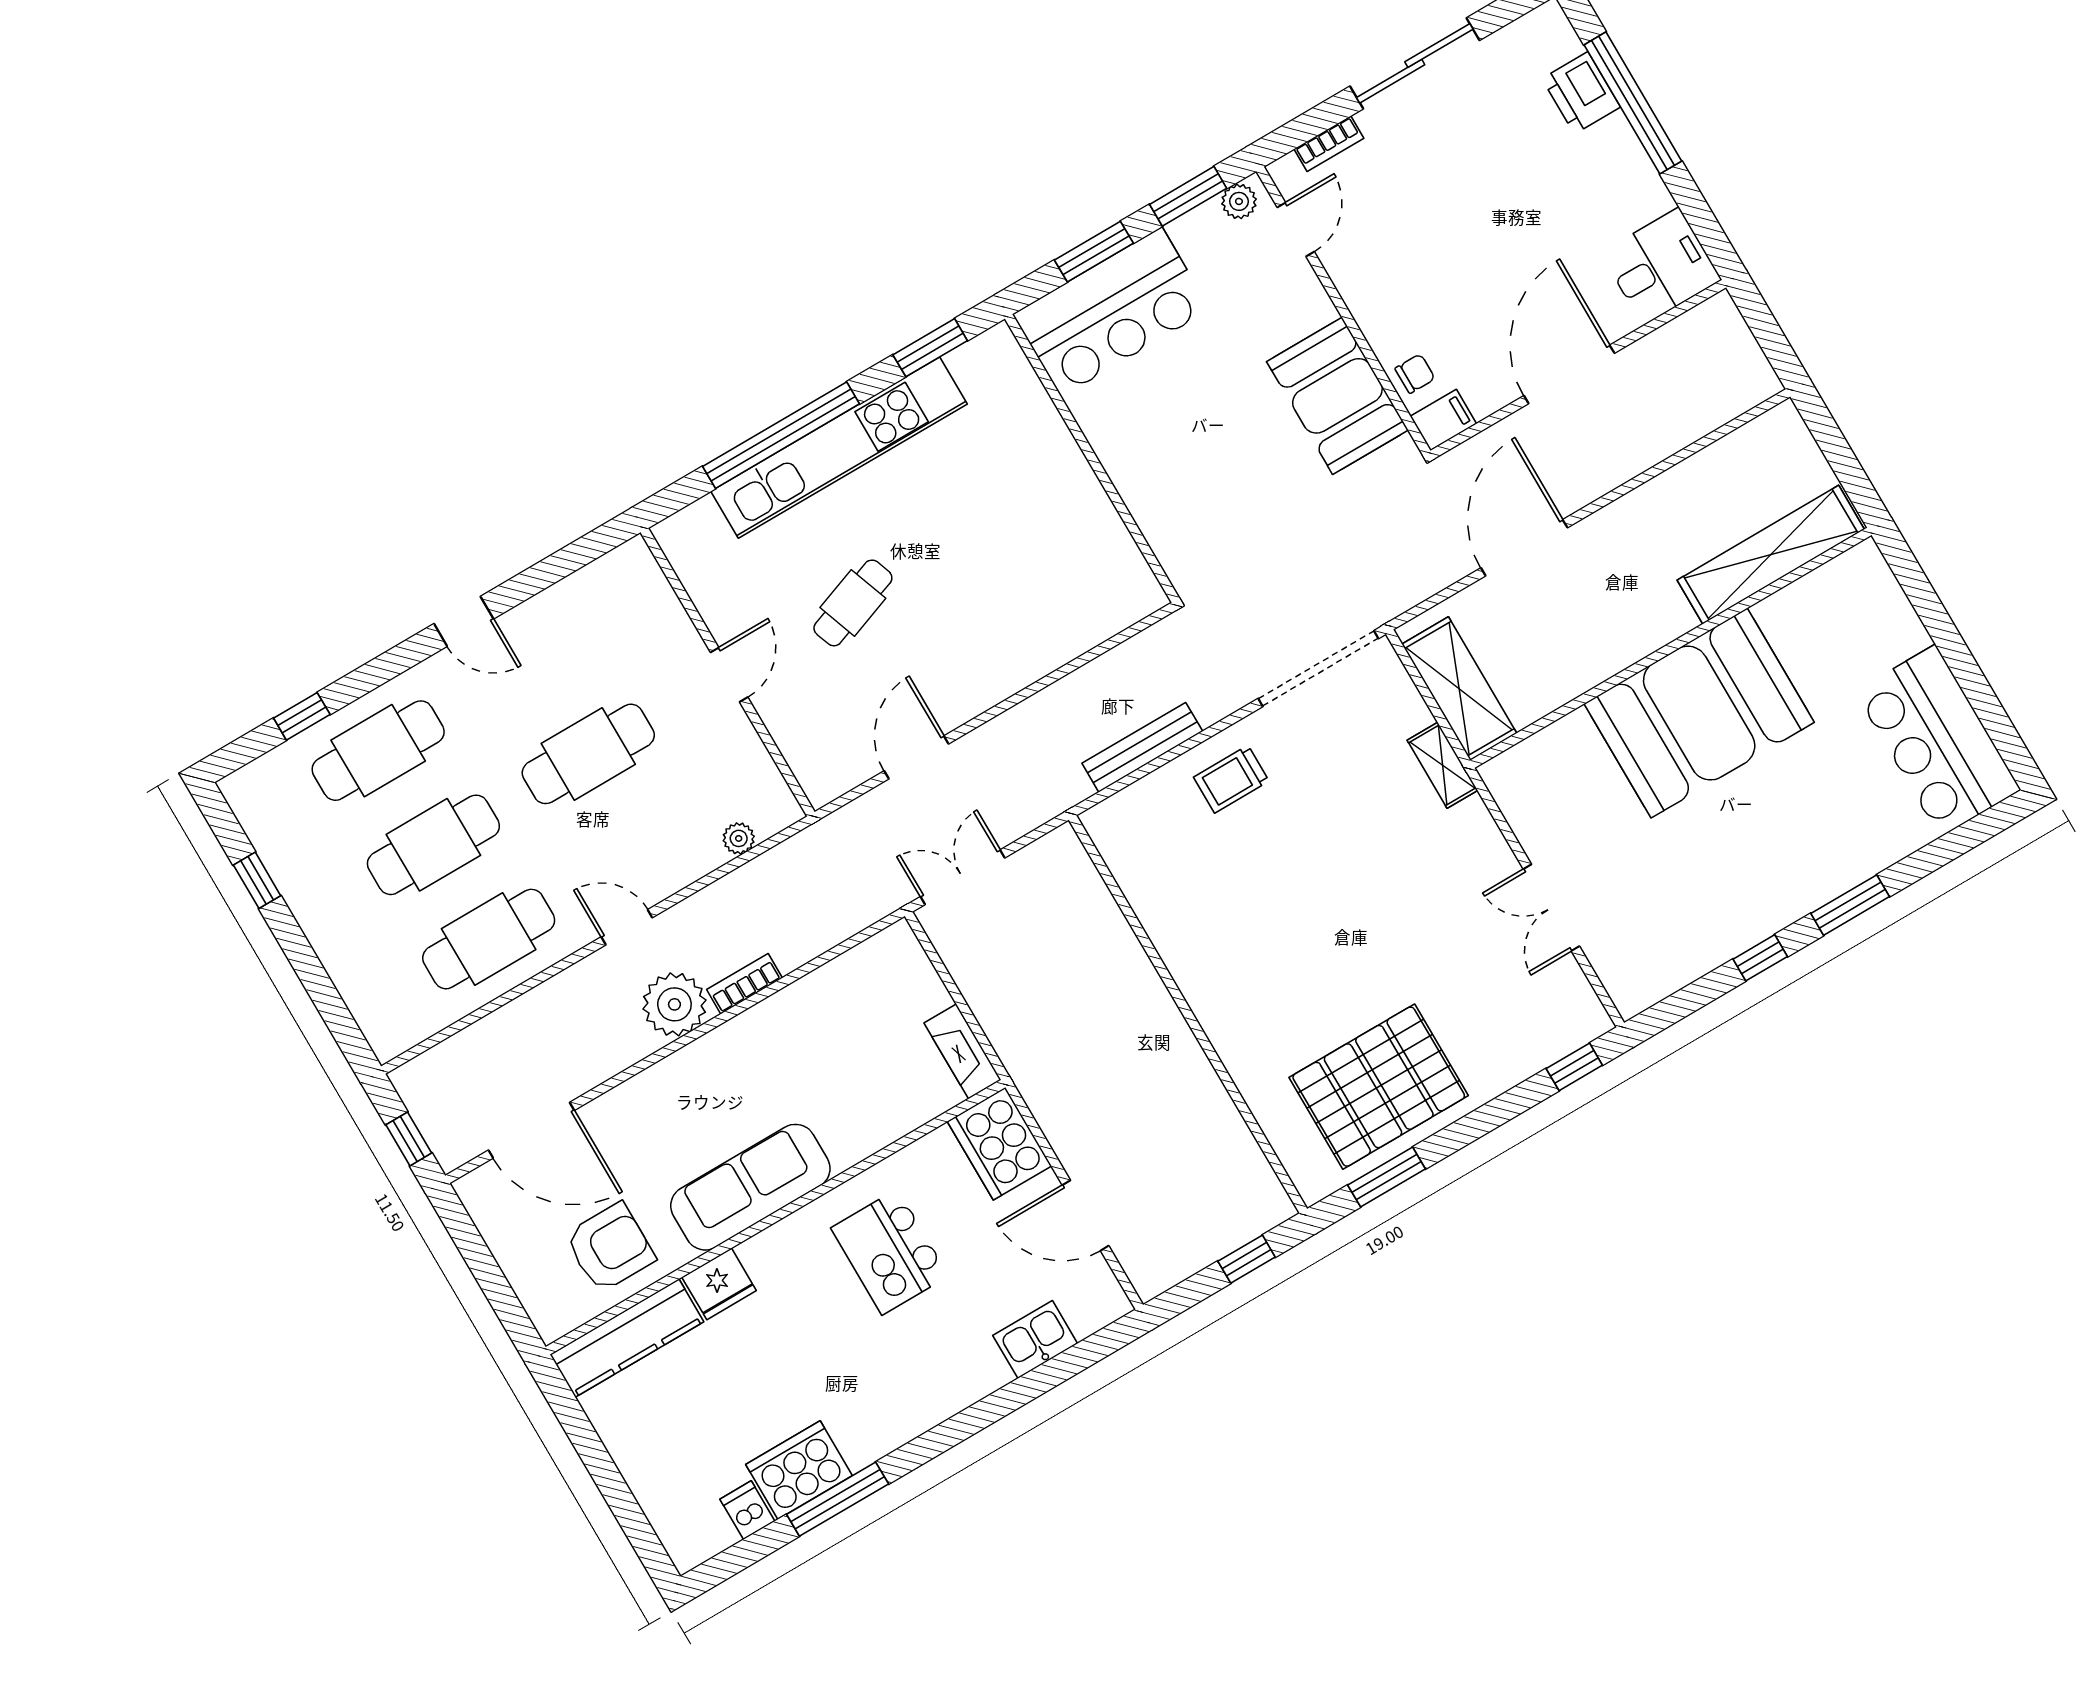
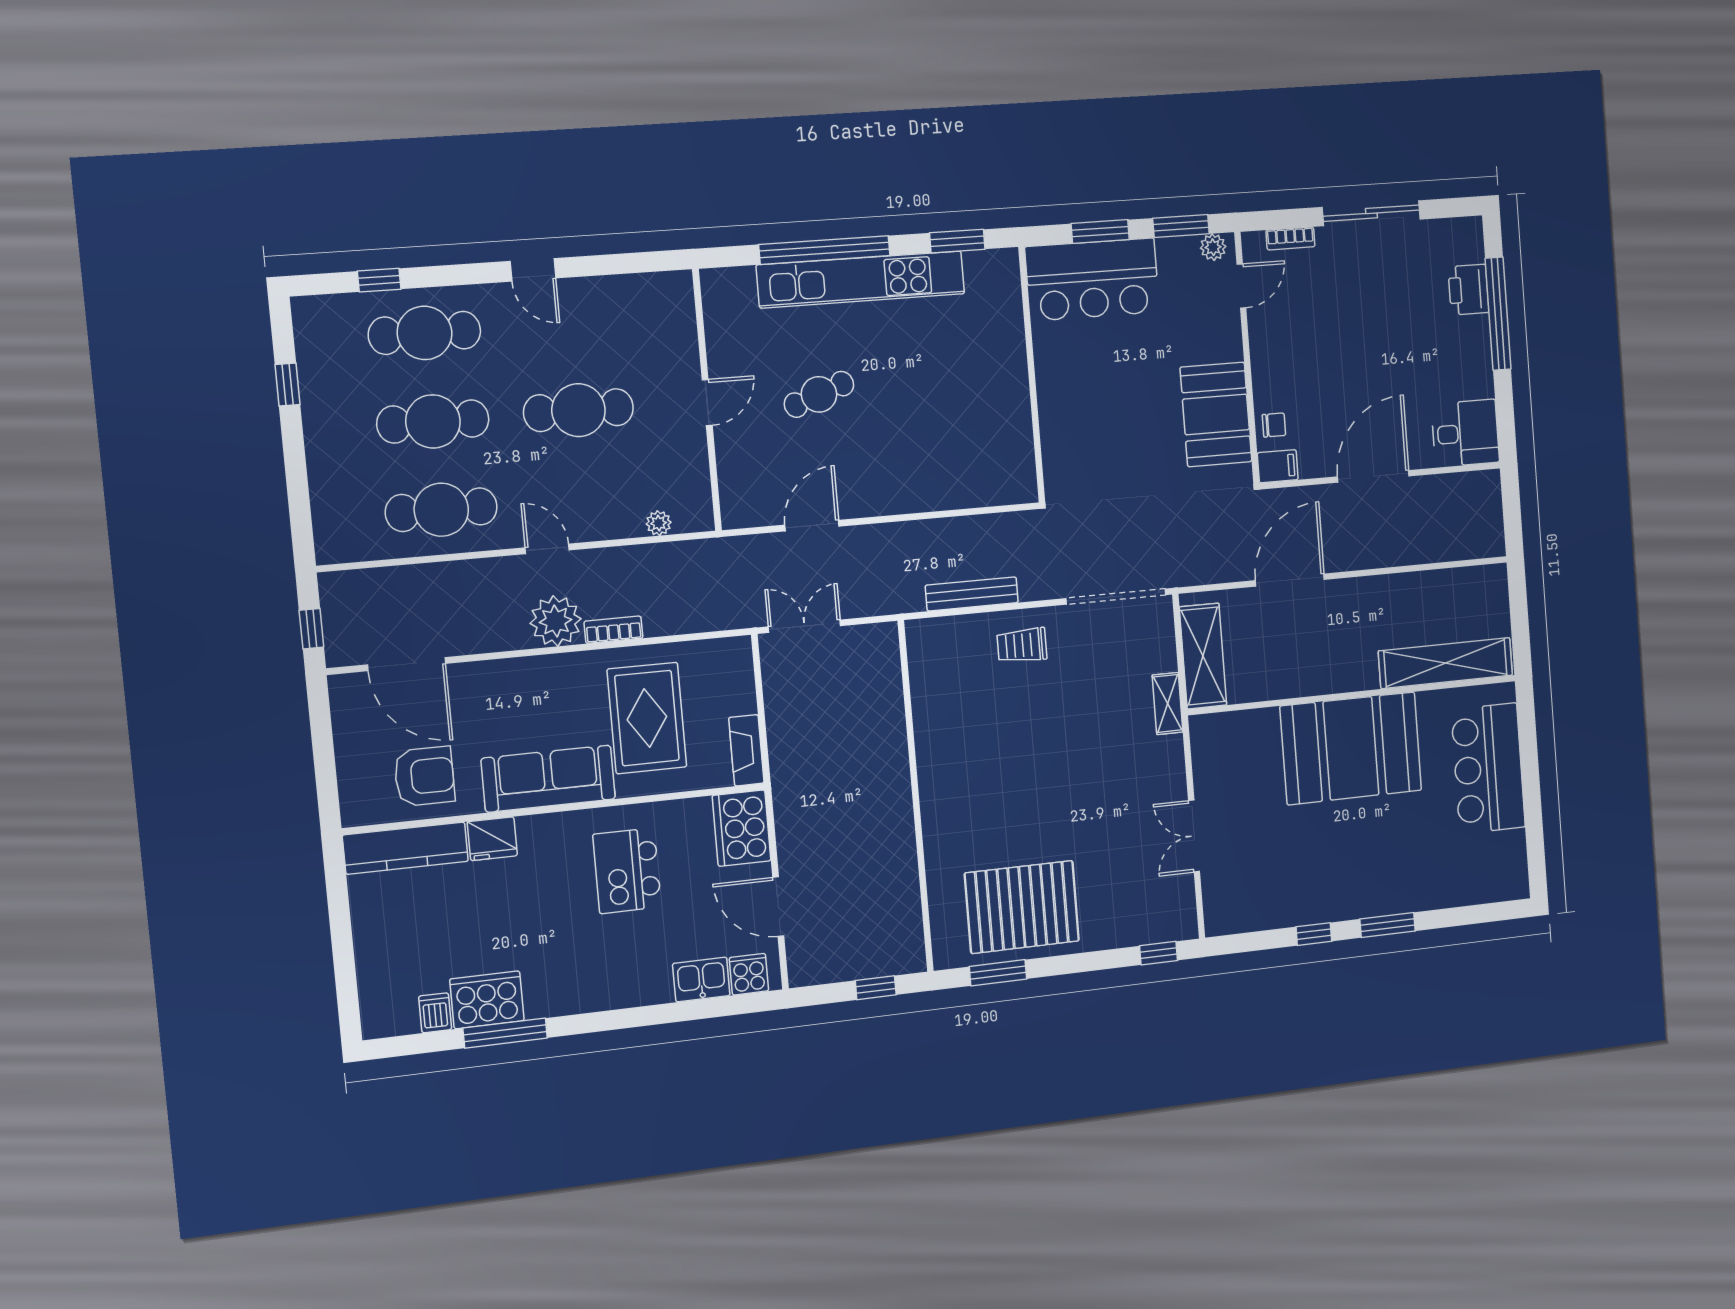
bar counter: (1938, 741) -> (1488, 768), moved
rug: (830, 1067) -> (647, 718), added
cooker: (1088, 1309) -> (749, 974), added

